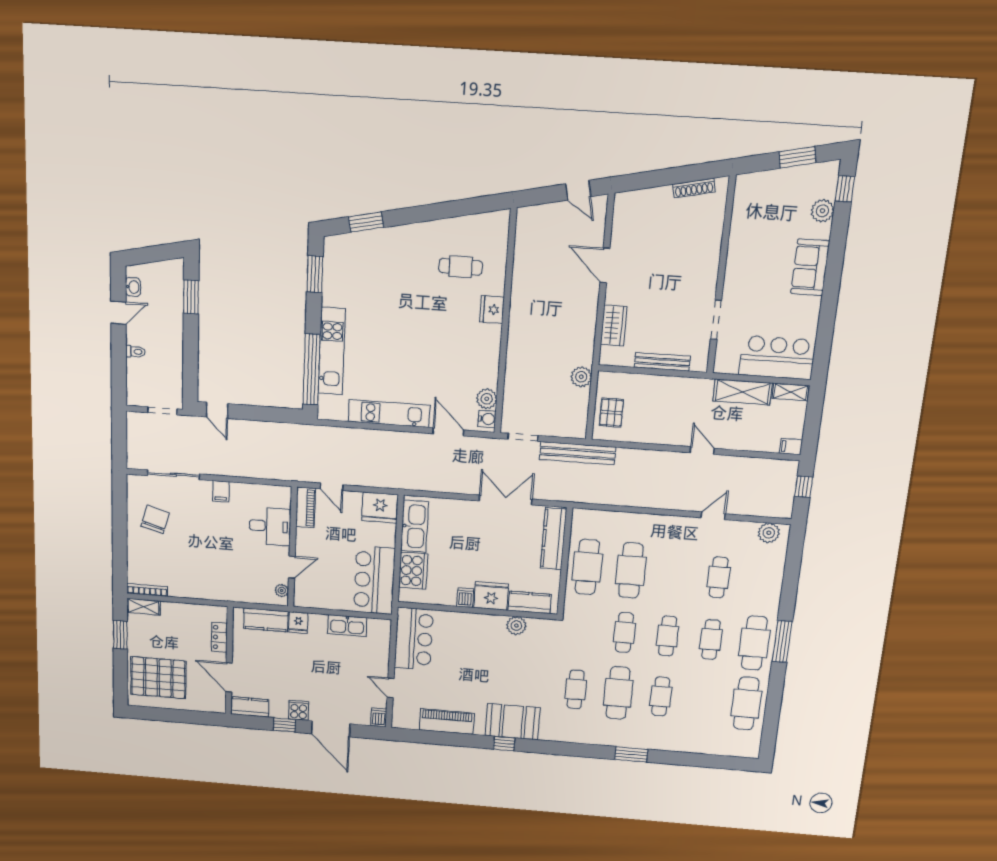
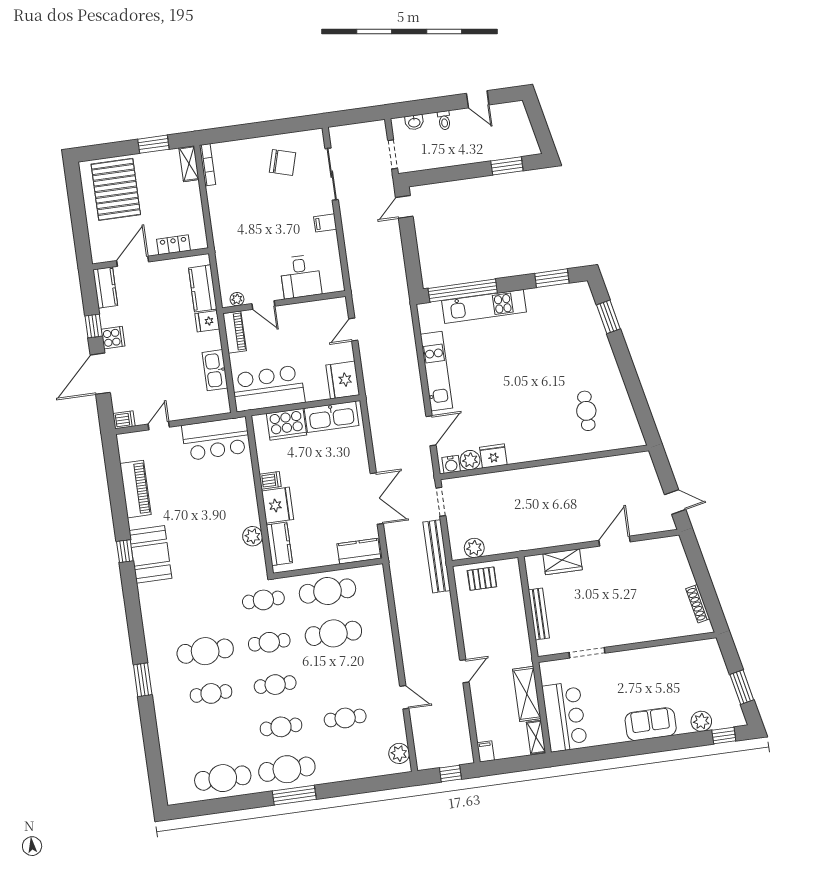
door: (578, 190) -> (675, 502), swing flipped
washbasin: (133, 287) -> (414, 122), moved
fridge: (492, 310) -> (493, 456), moved
plant: (581, 377) -> (474, 548), moved
piano: (305, 507) -> (235, 332), moved, turned -90
kitchen counter: (554, 539) -> (359, 551), width x0.67
cafe table: (576, 689) -> (263, 600), moved

